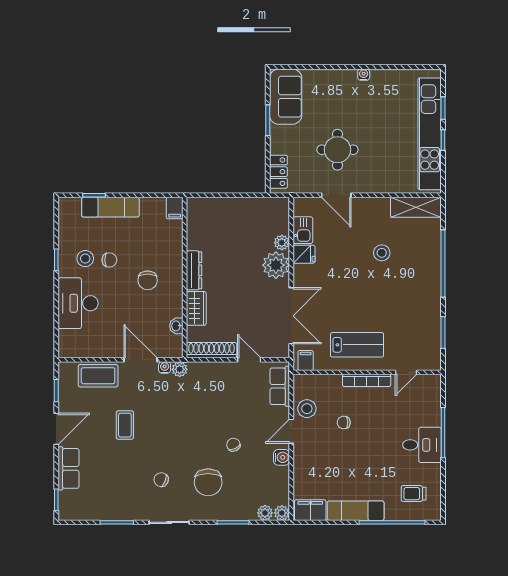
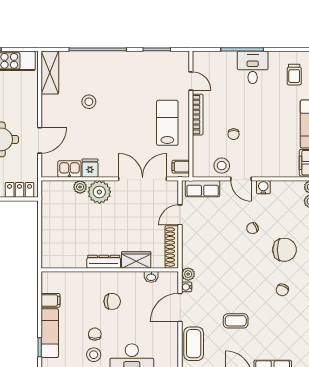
filing cabinet: (175, 208) -> (51, 300), moved

